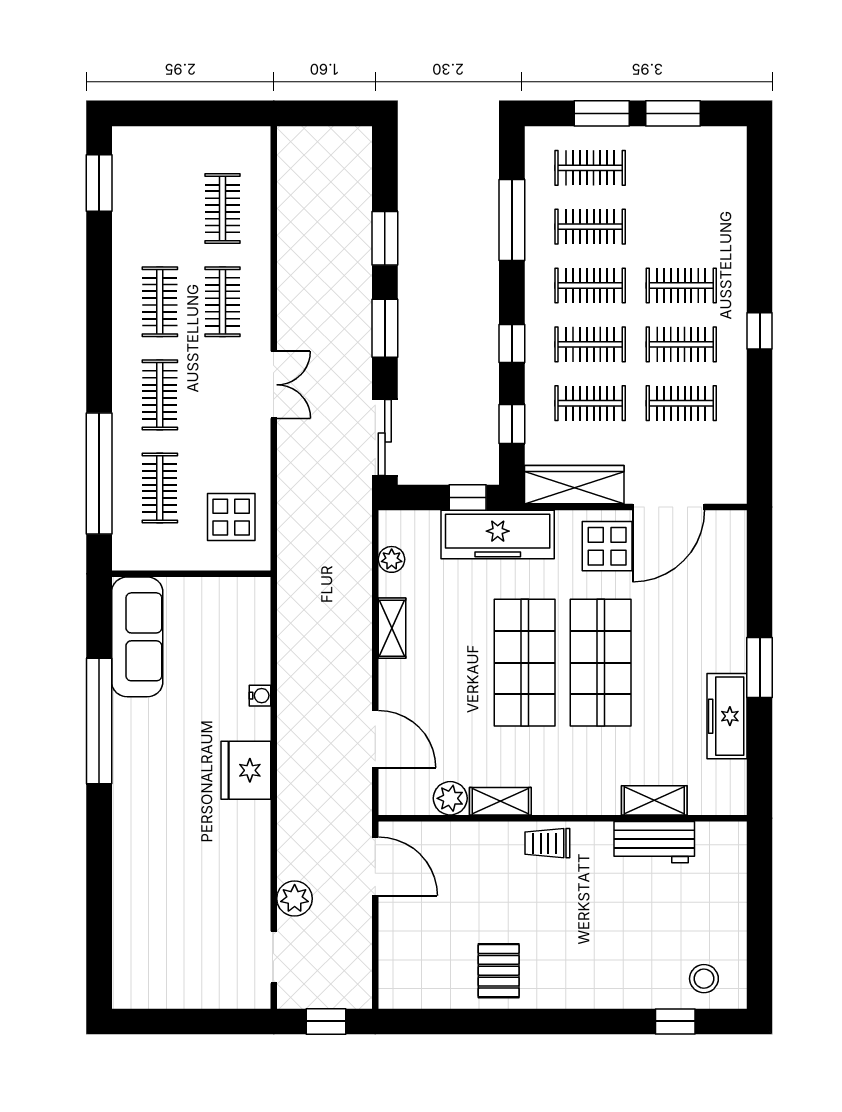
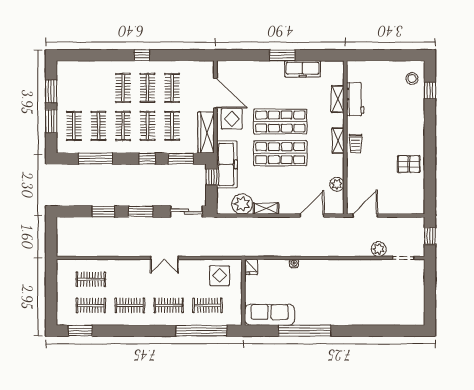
clothes rail: (222, 302) -> (91, 305), moved
double door: (274, 385) -> (164, 258), swing flipped
window: (512, 424) -> (181, 159), width x1.50
plant: (392, 559) -> (242, 204), width x1.87, depth x1.87
fridge: (246, 770) -> (251, 267), moved, width x0.53, depth x0.75
shelving: (500, 801) -> (338, 141), moved

